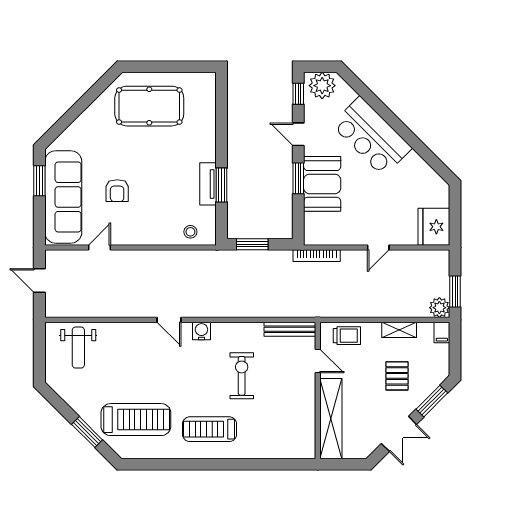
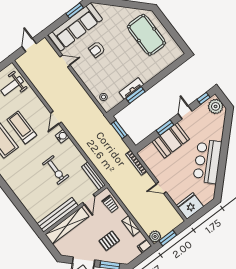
bar counter: (372, 136) -> (207, 161), moved
exercise bike: (242, 376) -> (56, 170), turned 90
bench: (306, 420) -> (58, 215), added
treadmill: (209, 429) -> (22, 127), moved

